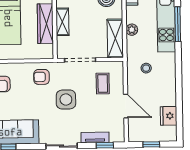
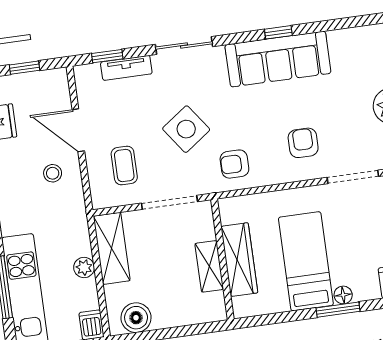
stool: (146, 68) -> (53, 173), moved
armchair: (42, 77) -> (234, 164), turned 180
side table: (66, 100) -> (186, 129), turned -36

